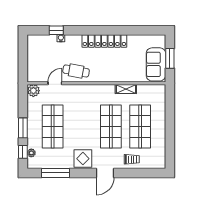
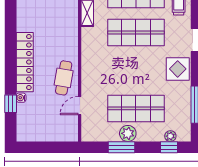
locker: (104, 41) -> (25, 62), moved
door: (55, 83) -> (80, 106), hinge flipped
plant: (33, 91) -> (128, 133), moved
window: (23, 128) -> (121, 147), moved

